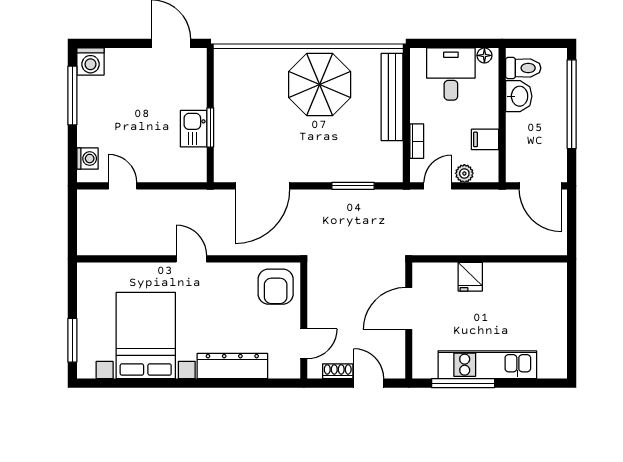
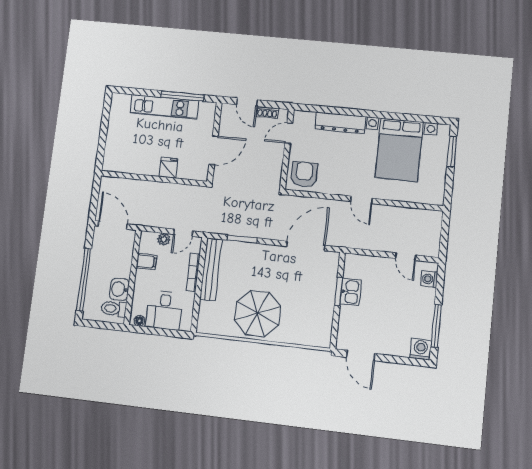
bench: (392, 97) -> (211, 269), moved
bookcase: (417, 141) -> (193, 272), width x1.56

